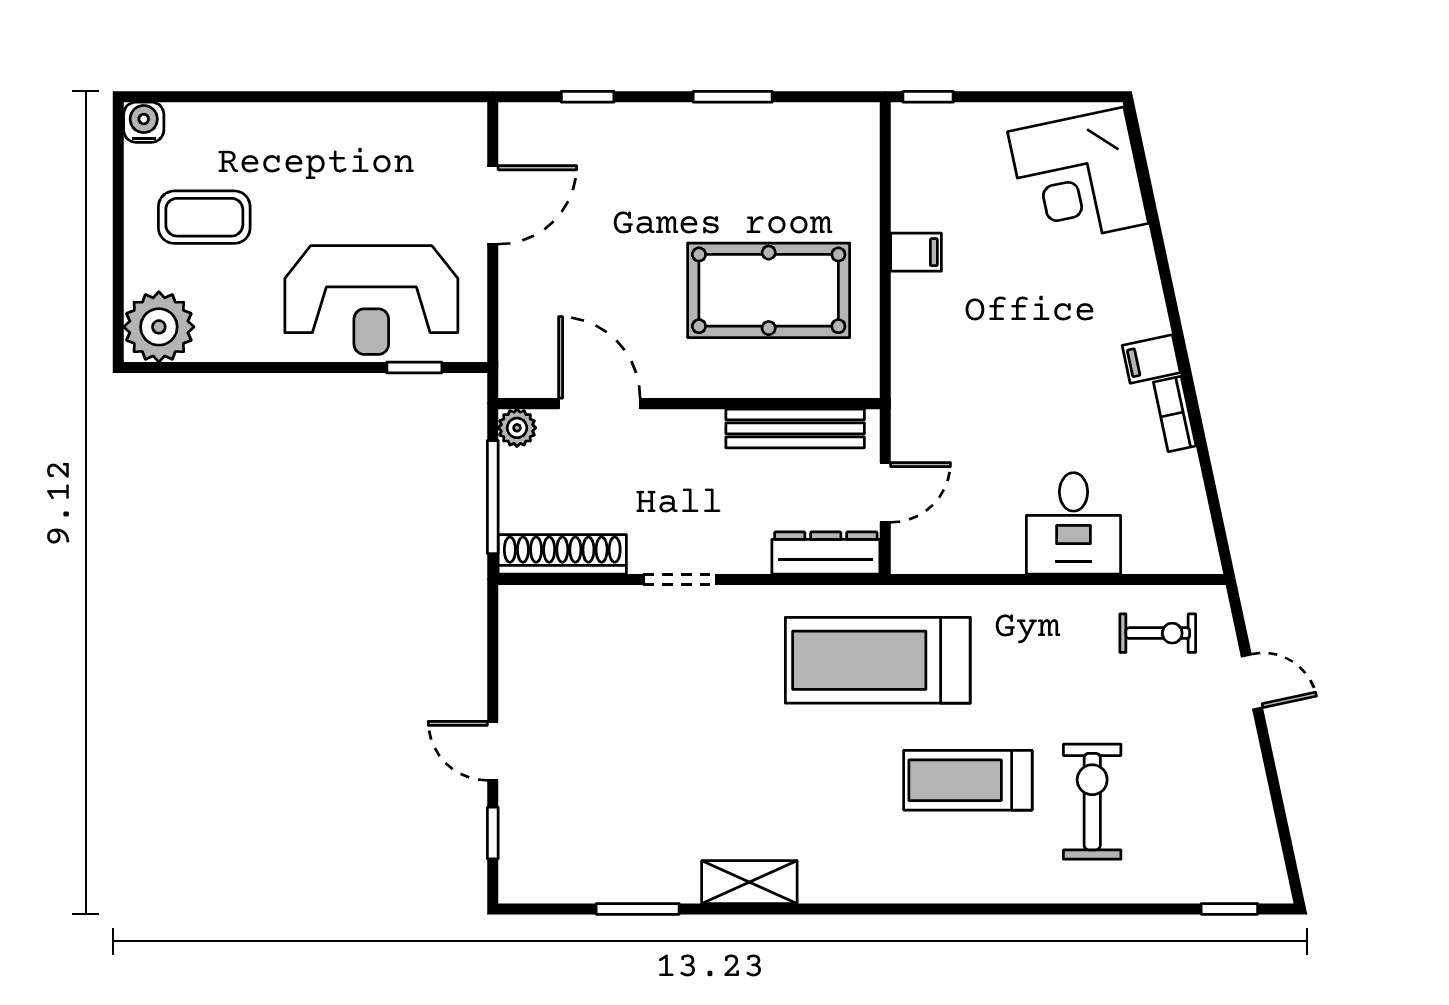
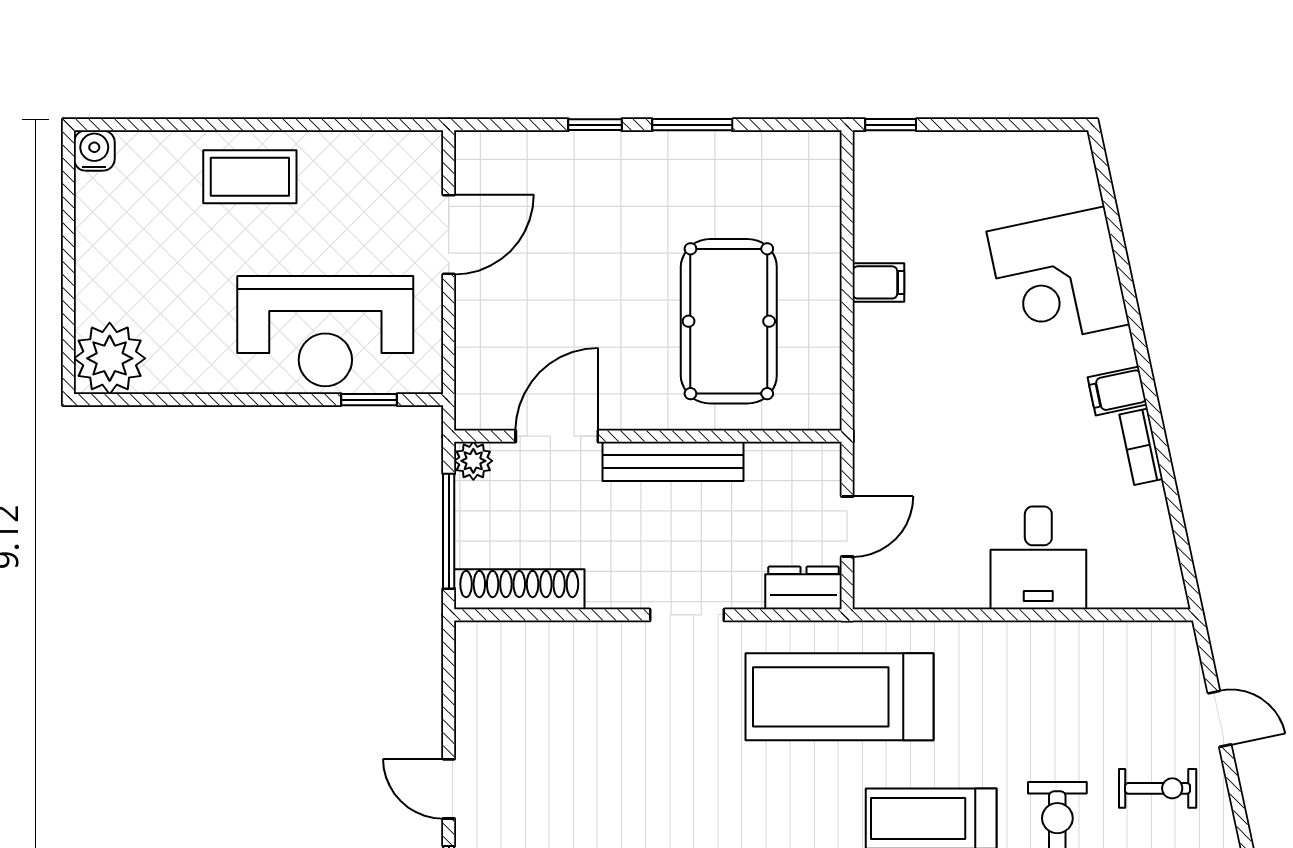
window: (588, 97) -> (595, 125), moved
corner desk: (1078, 177) -> (1058, 278), moved
coffee table: (204, 217) -> (250, 177), moved
pool table: (769, 290) -> (729, 321), turned 90
door: (599, 404) -> (557, 436), hinge flipped
bench: (795, 428) -> (673, 461), moved
dresser: (826, 553) -> (804, 588), width x0.70
doorway: (680, 580) -> (687, 615), moved
exercise bike: (1158, 633) -> (1158, 788), moved

